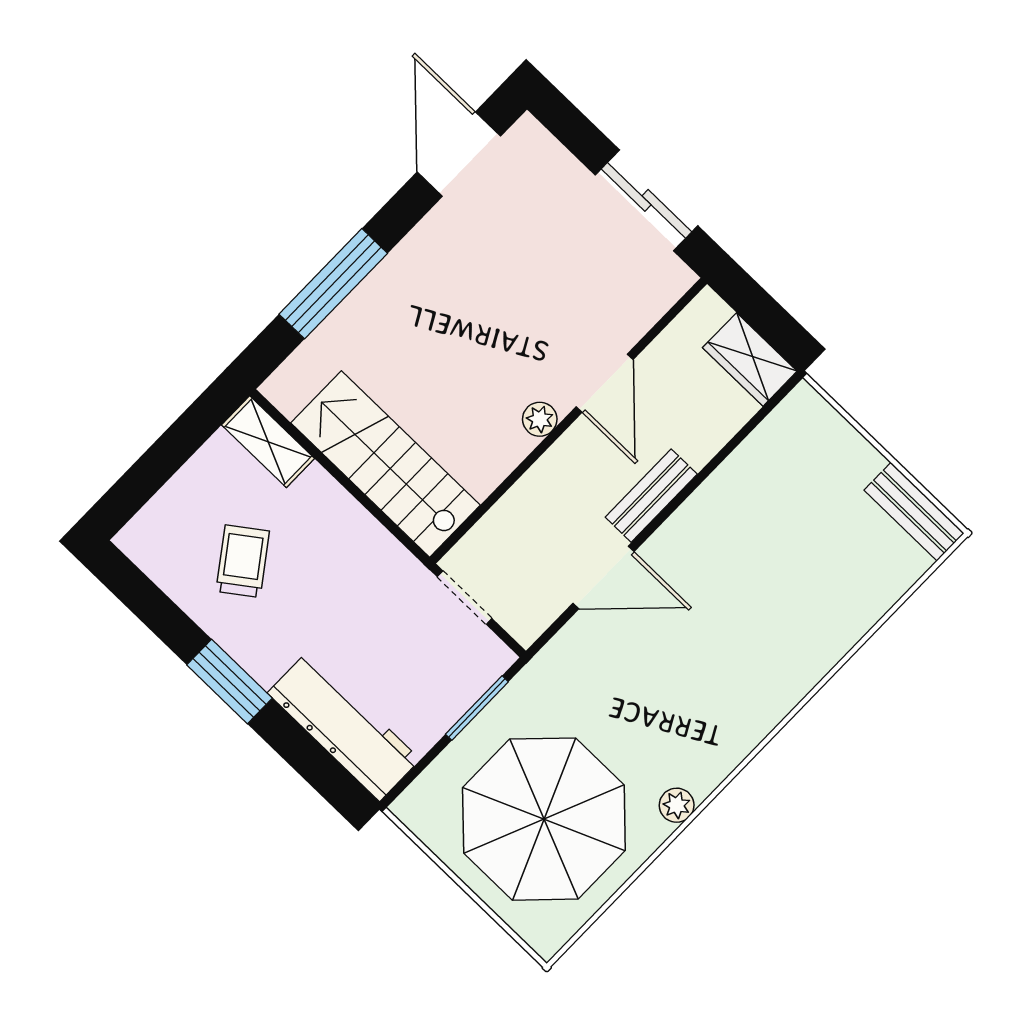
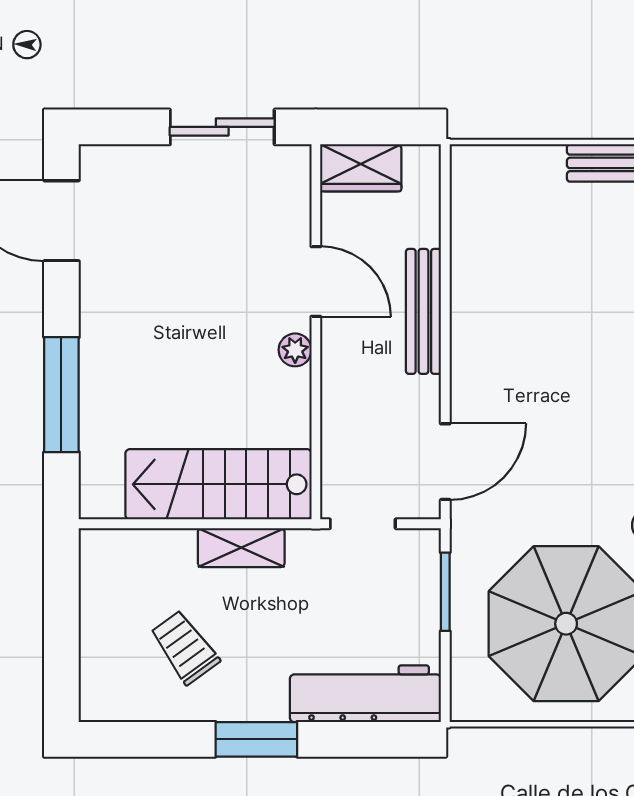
wardrobe: (750, 359) -> (361, 168), moved
shelving: (268, 442) -> (241, 548), moved
bench: (651, 496) -> (423, 311), width x1.36
door: (603, 577) -> (445, 462), moved

